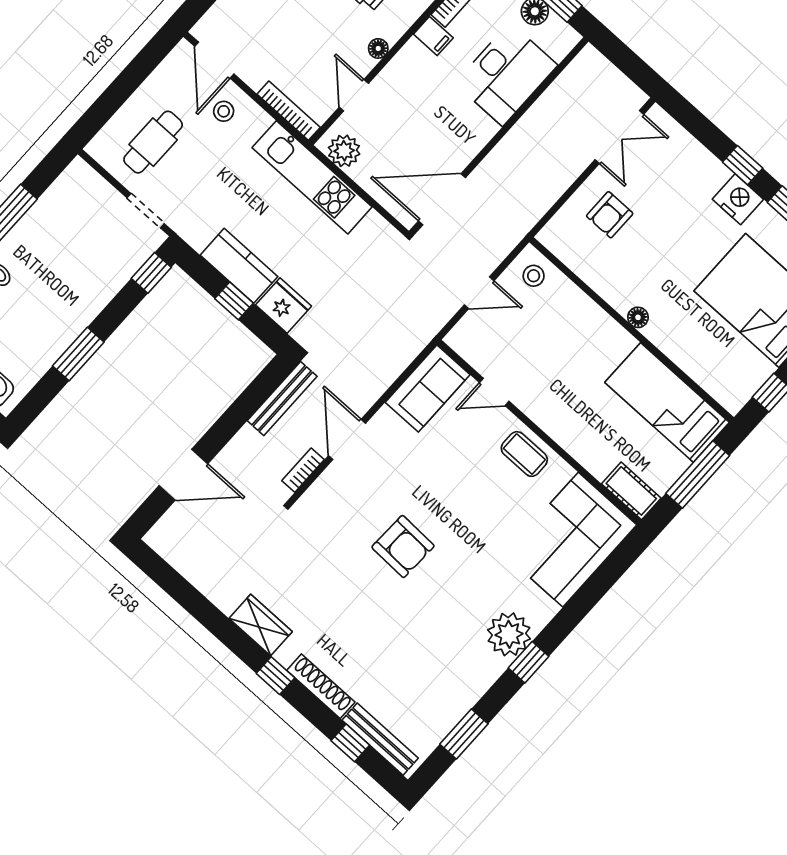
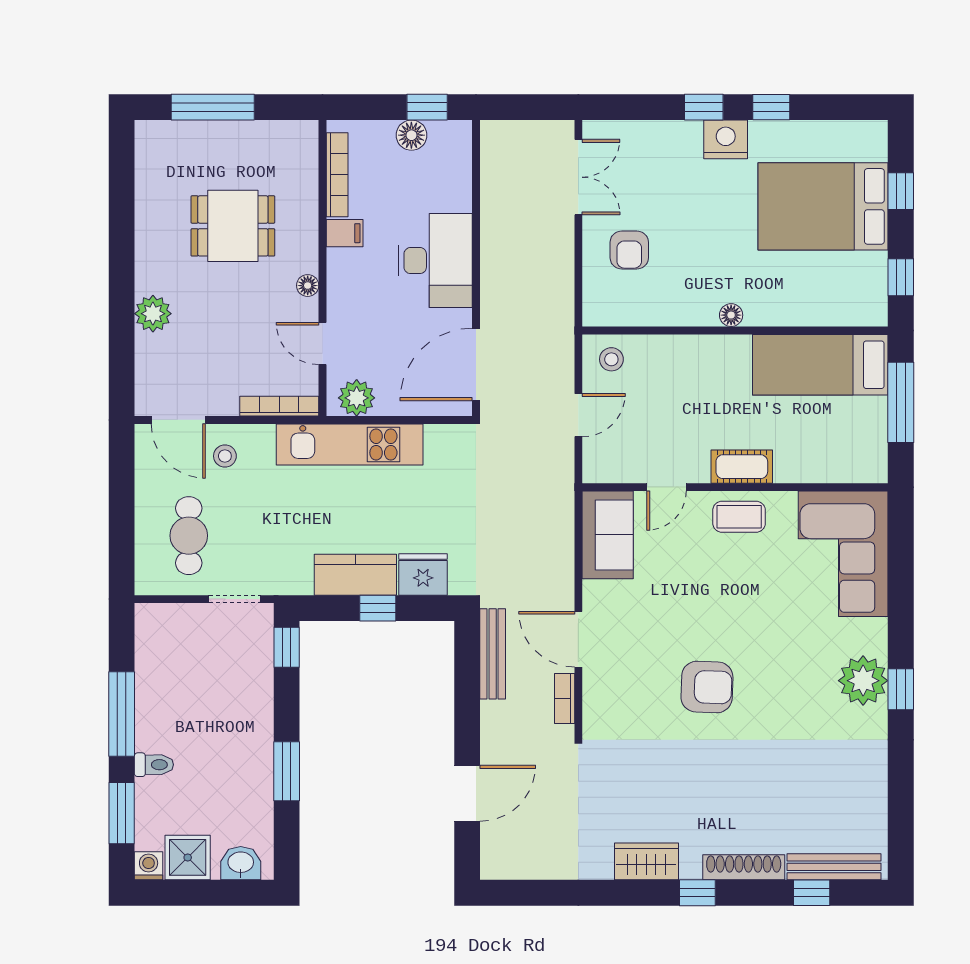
desk: (506, 74) -> (435, 261), moved
cot: (631, 491) -> (742, 467), moved
window: (464, 734) -> (901, 799), removed

